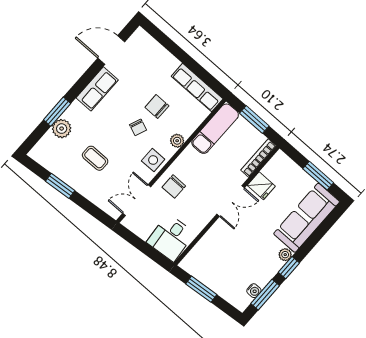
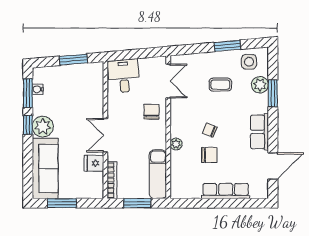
row of seats: (197, 88) -> (226, 191), moved
side table: (153, 160) -> (249, 62), moved
plant: (285, 255) -> (43, 127), width x1.87, depth x1.87

